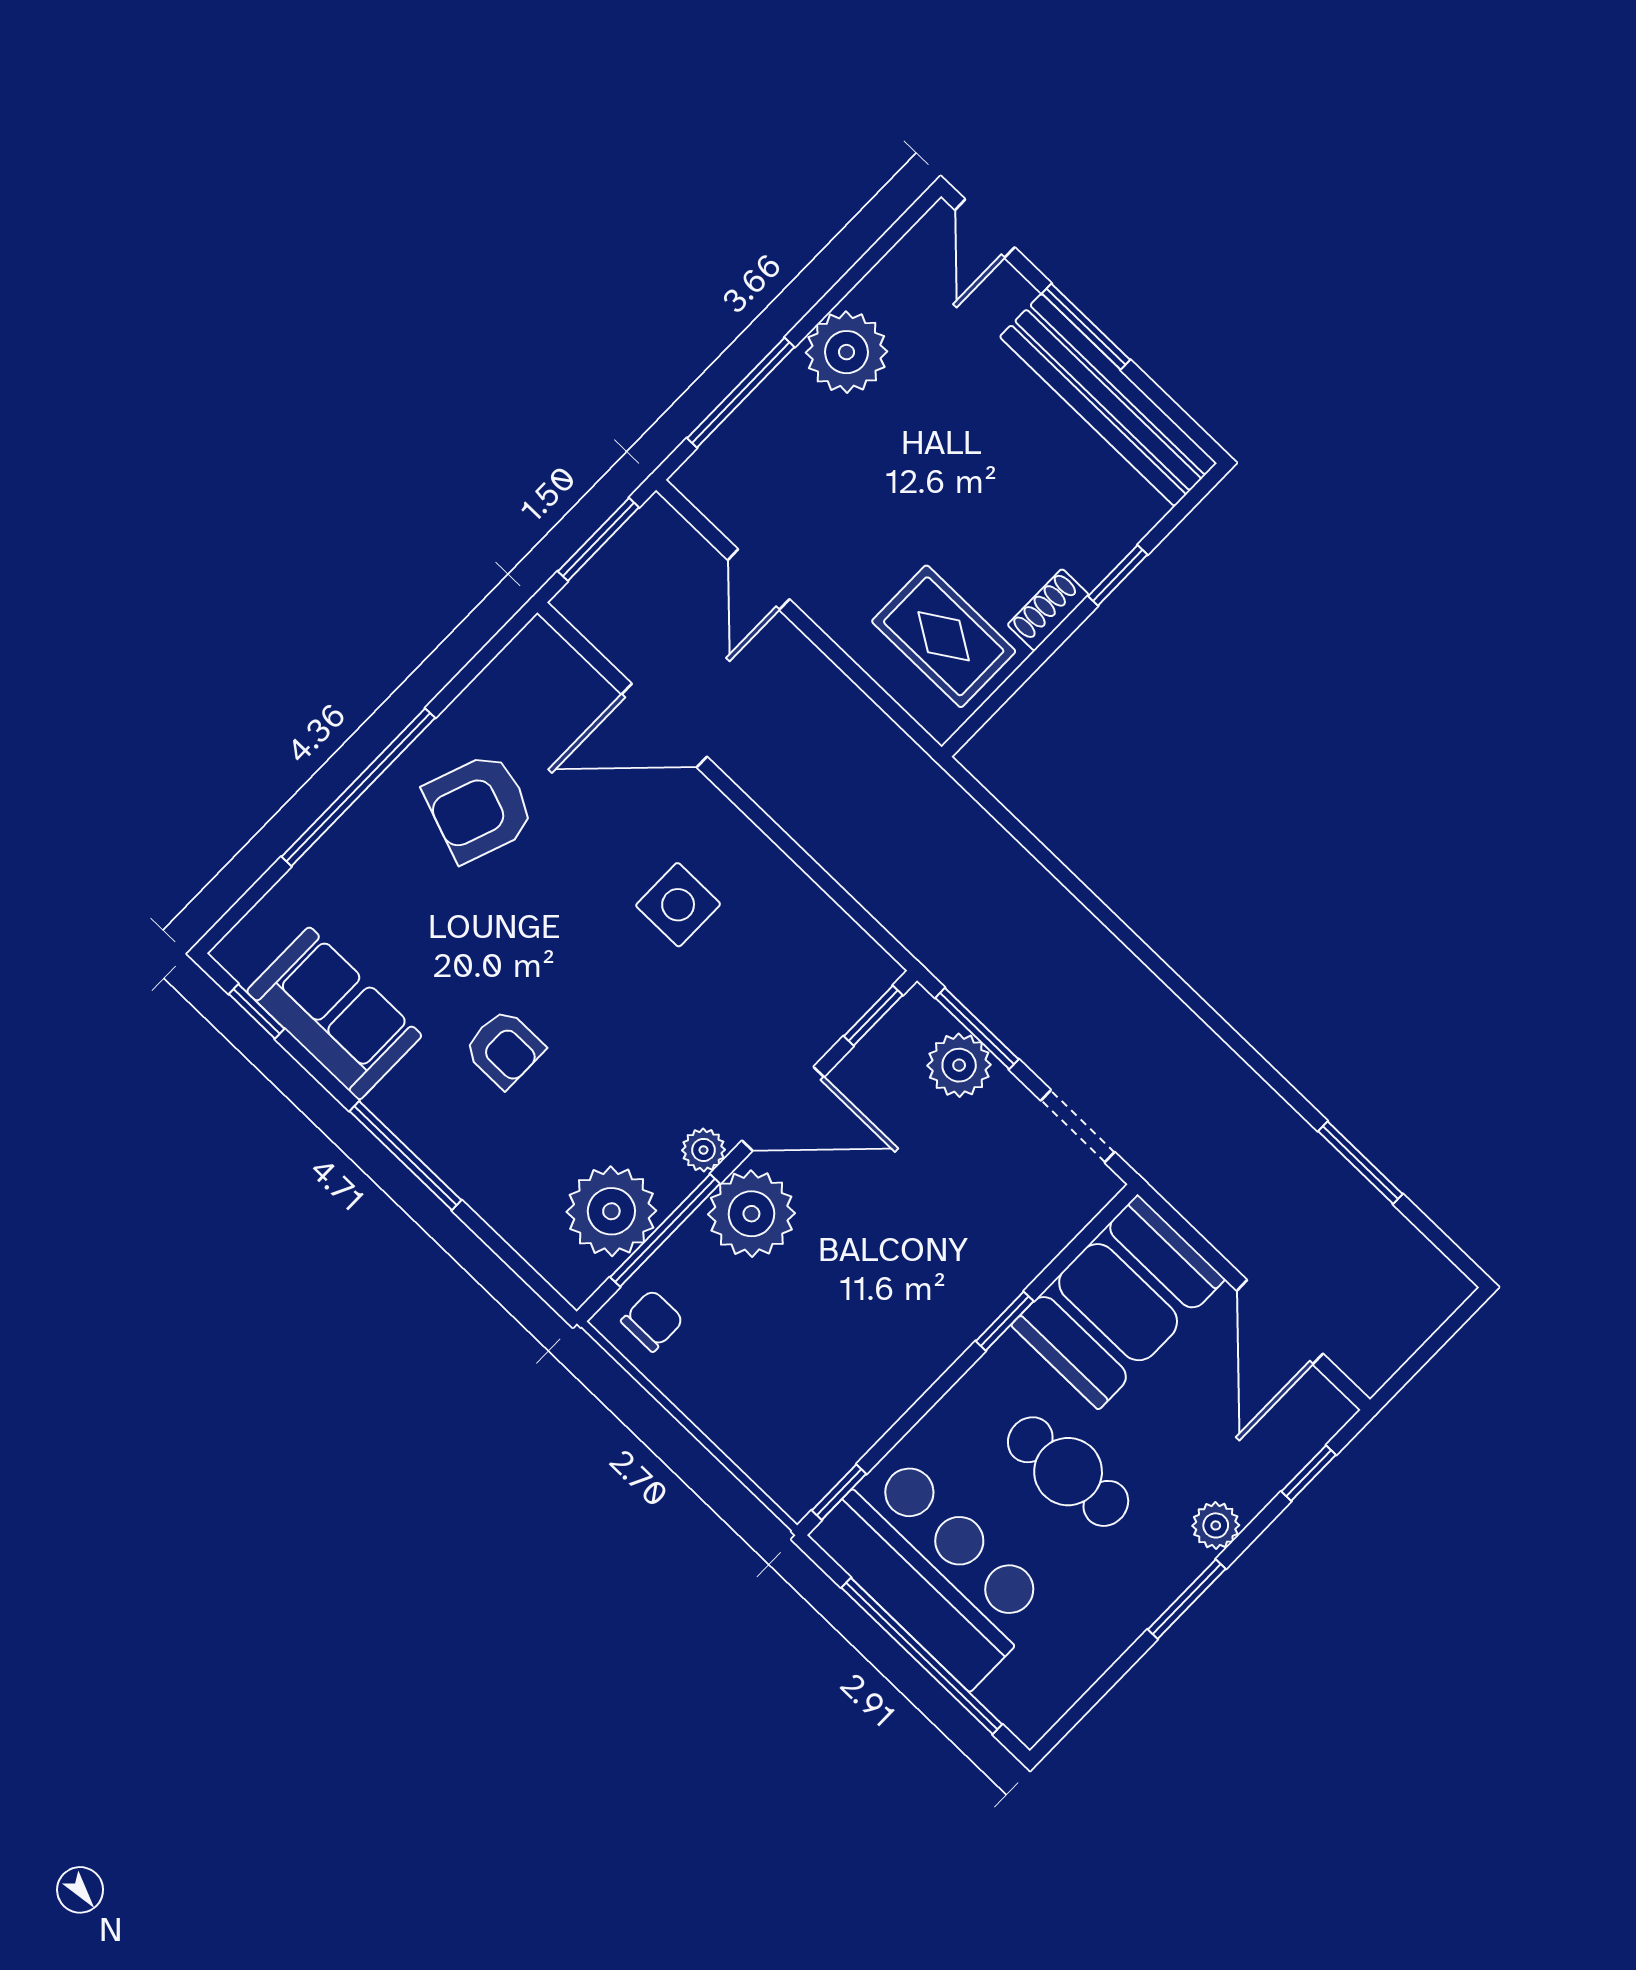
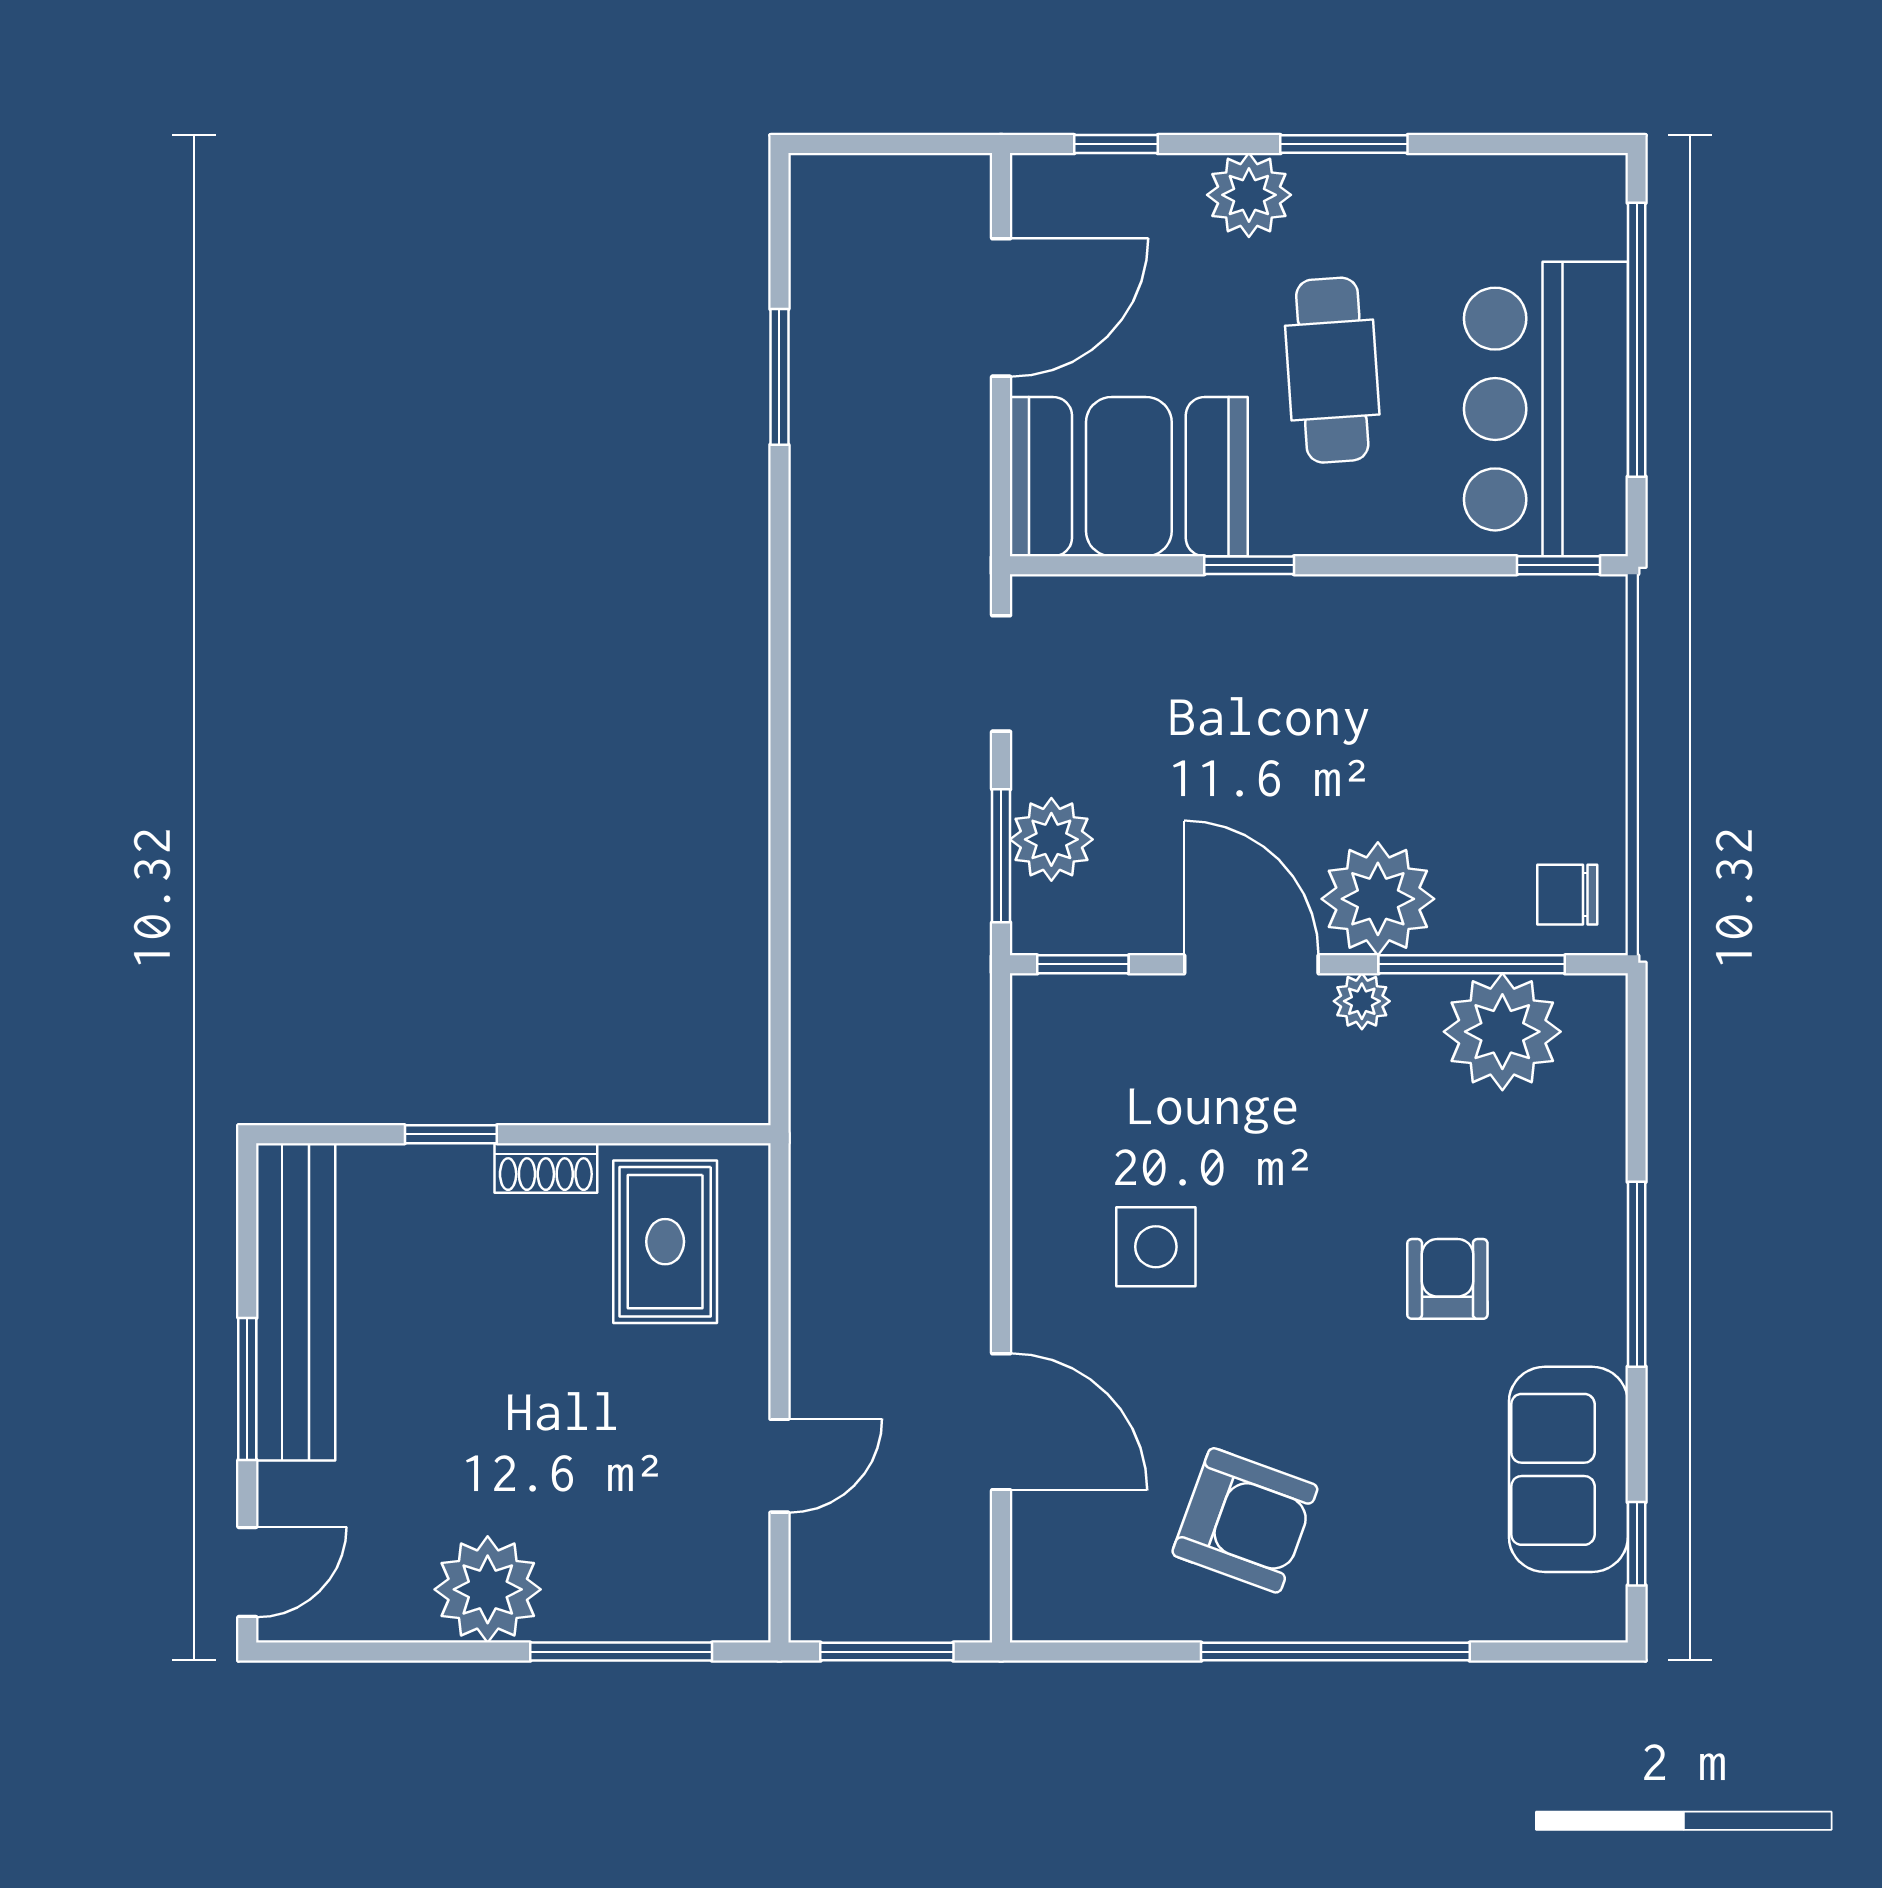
plant: (1216, 1525) -> (1249, 195), width x1.38, depth x1.38

